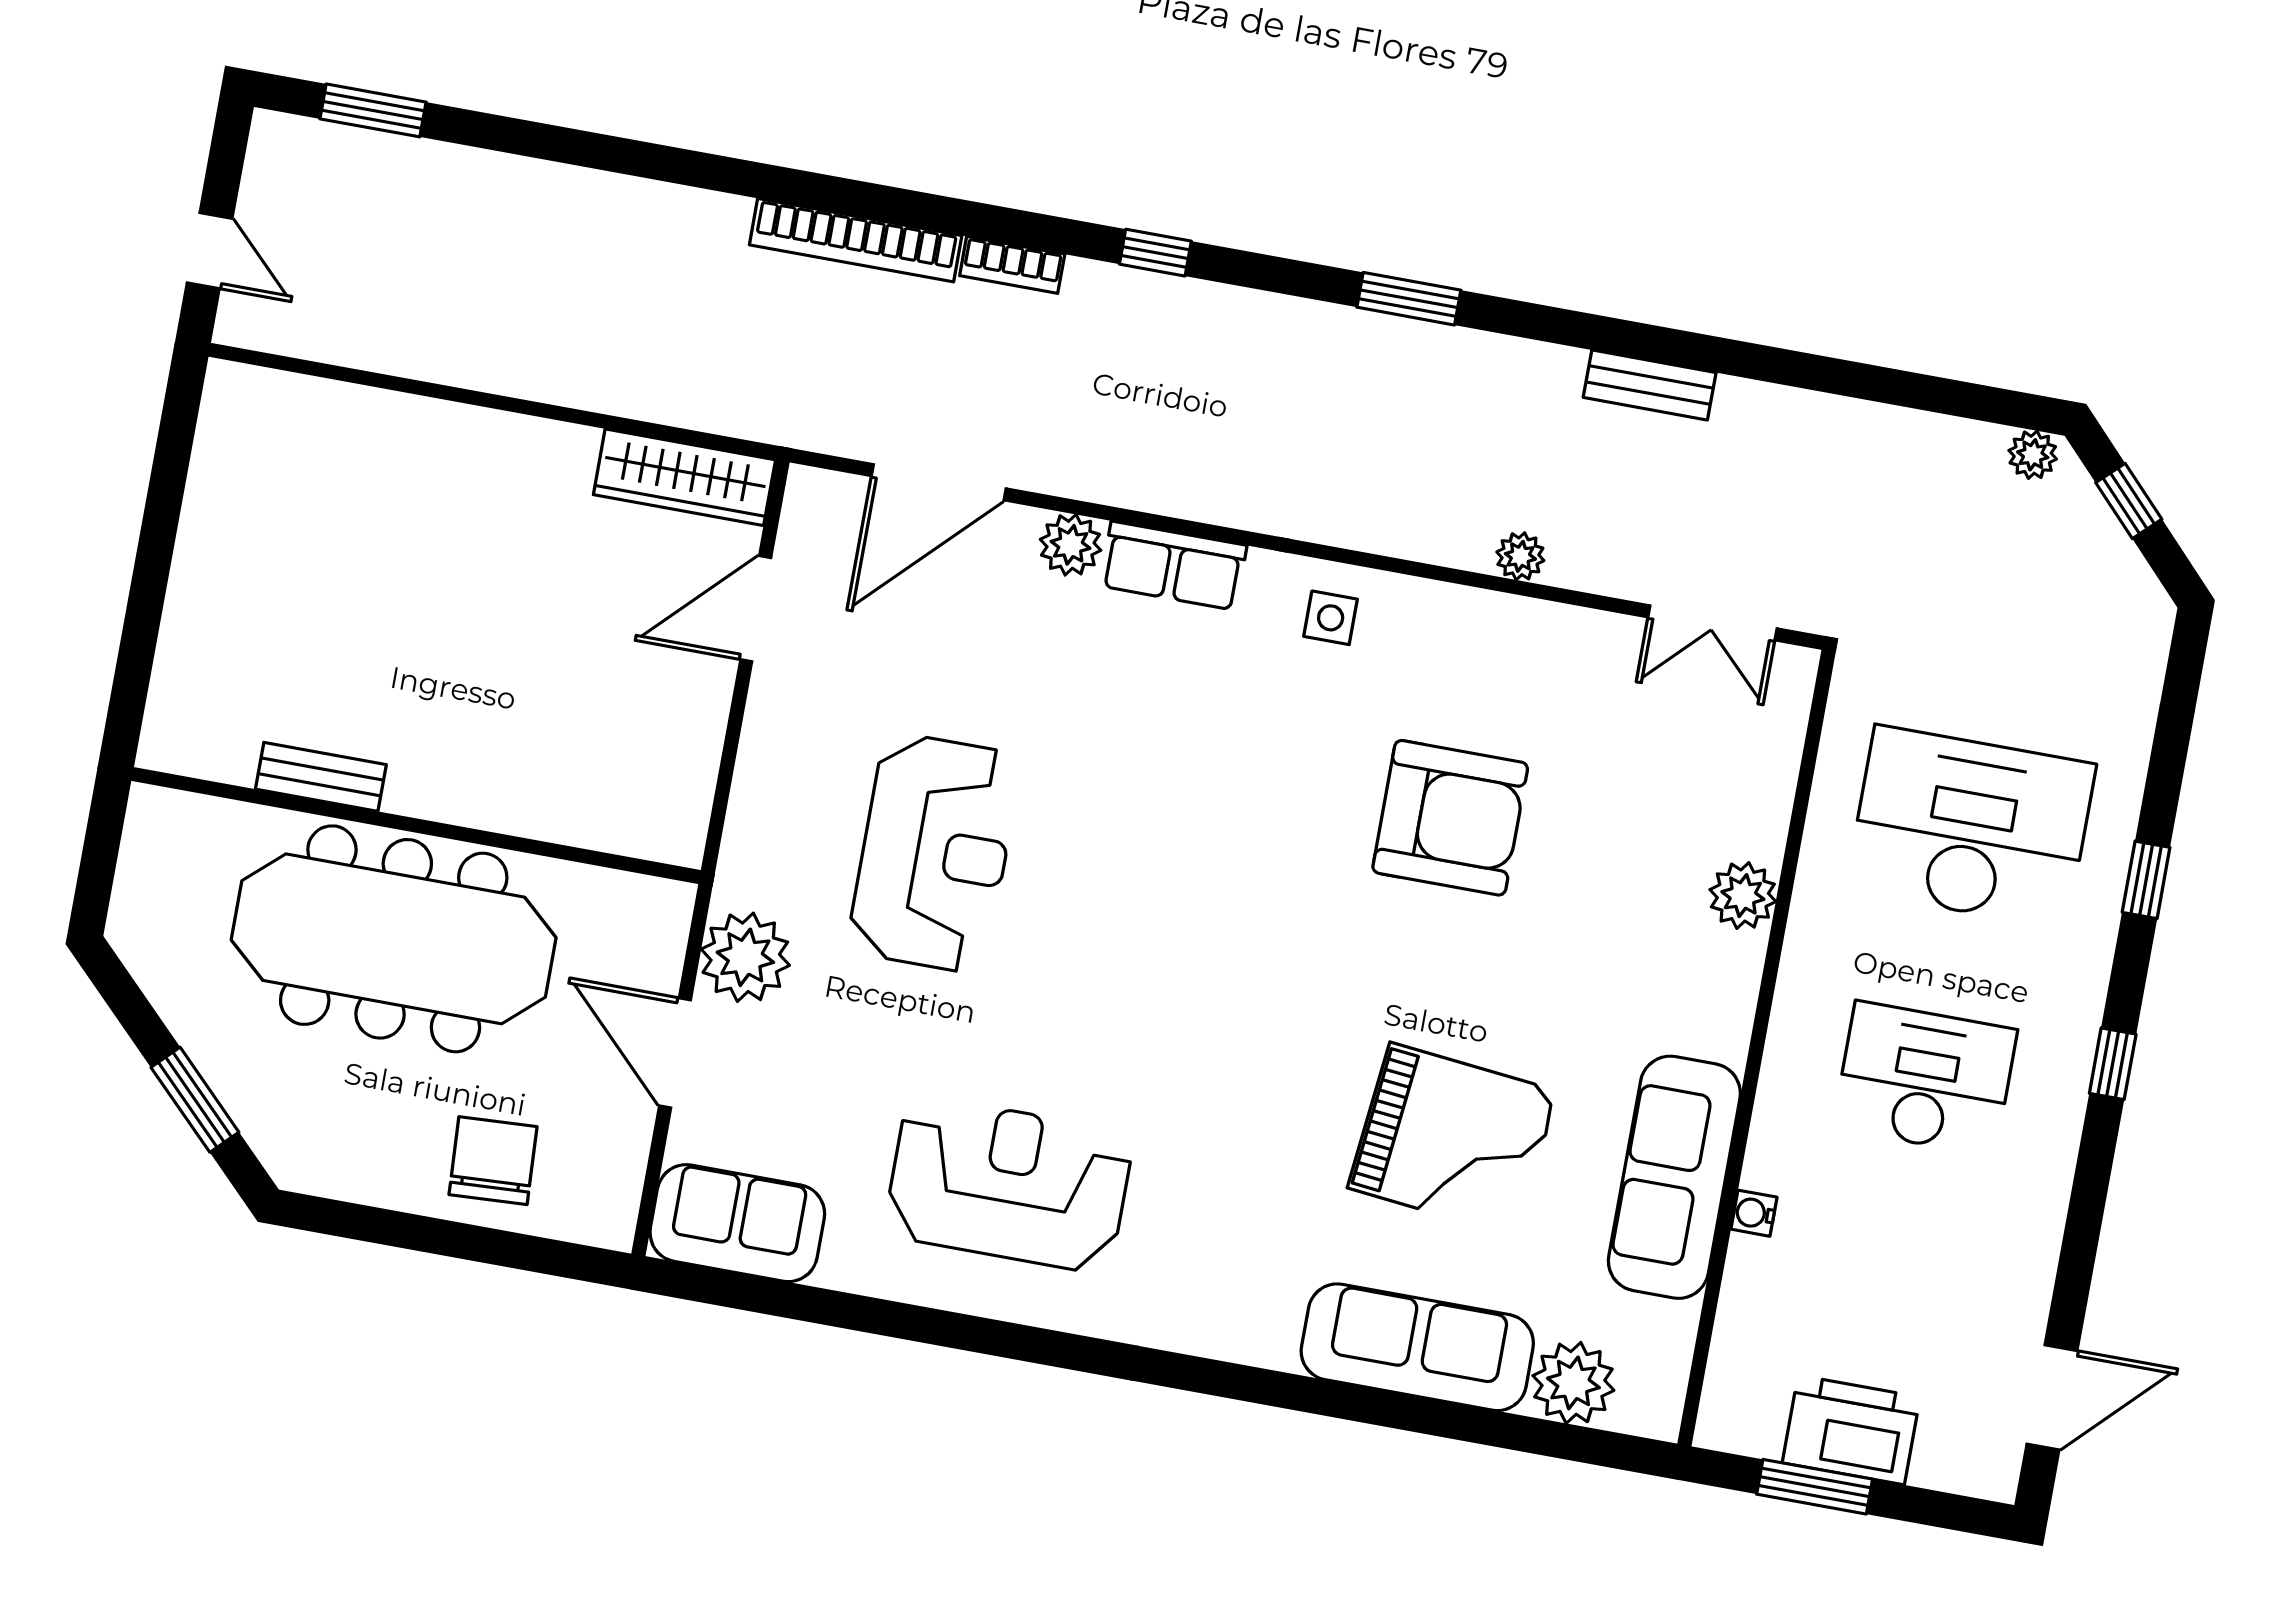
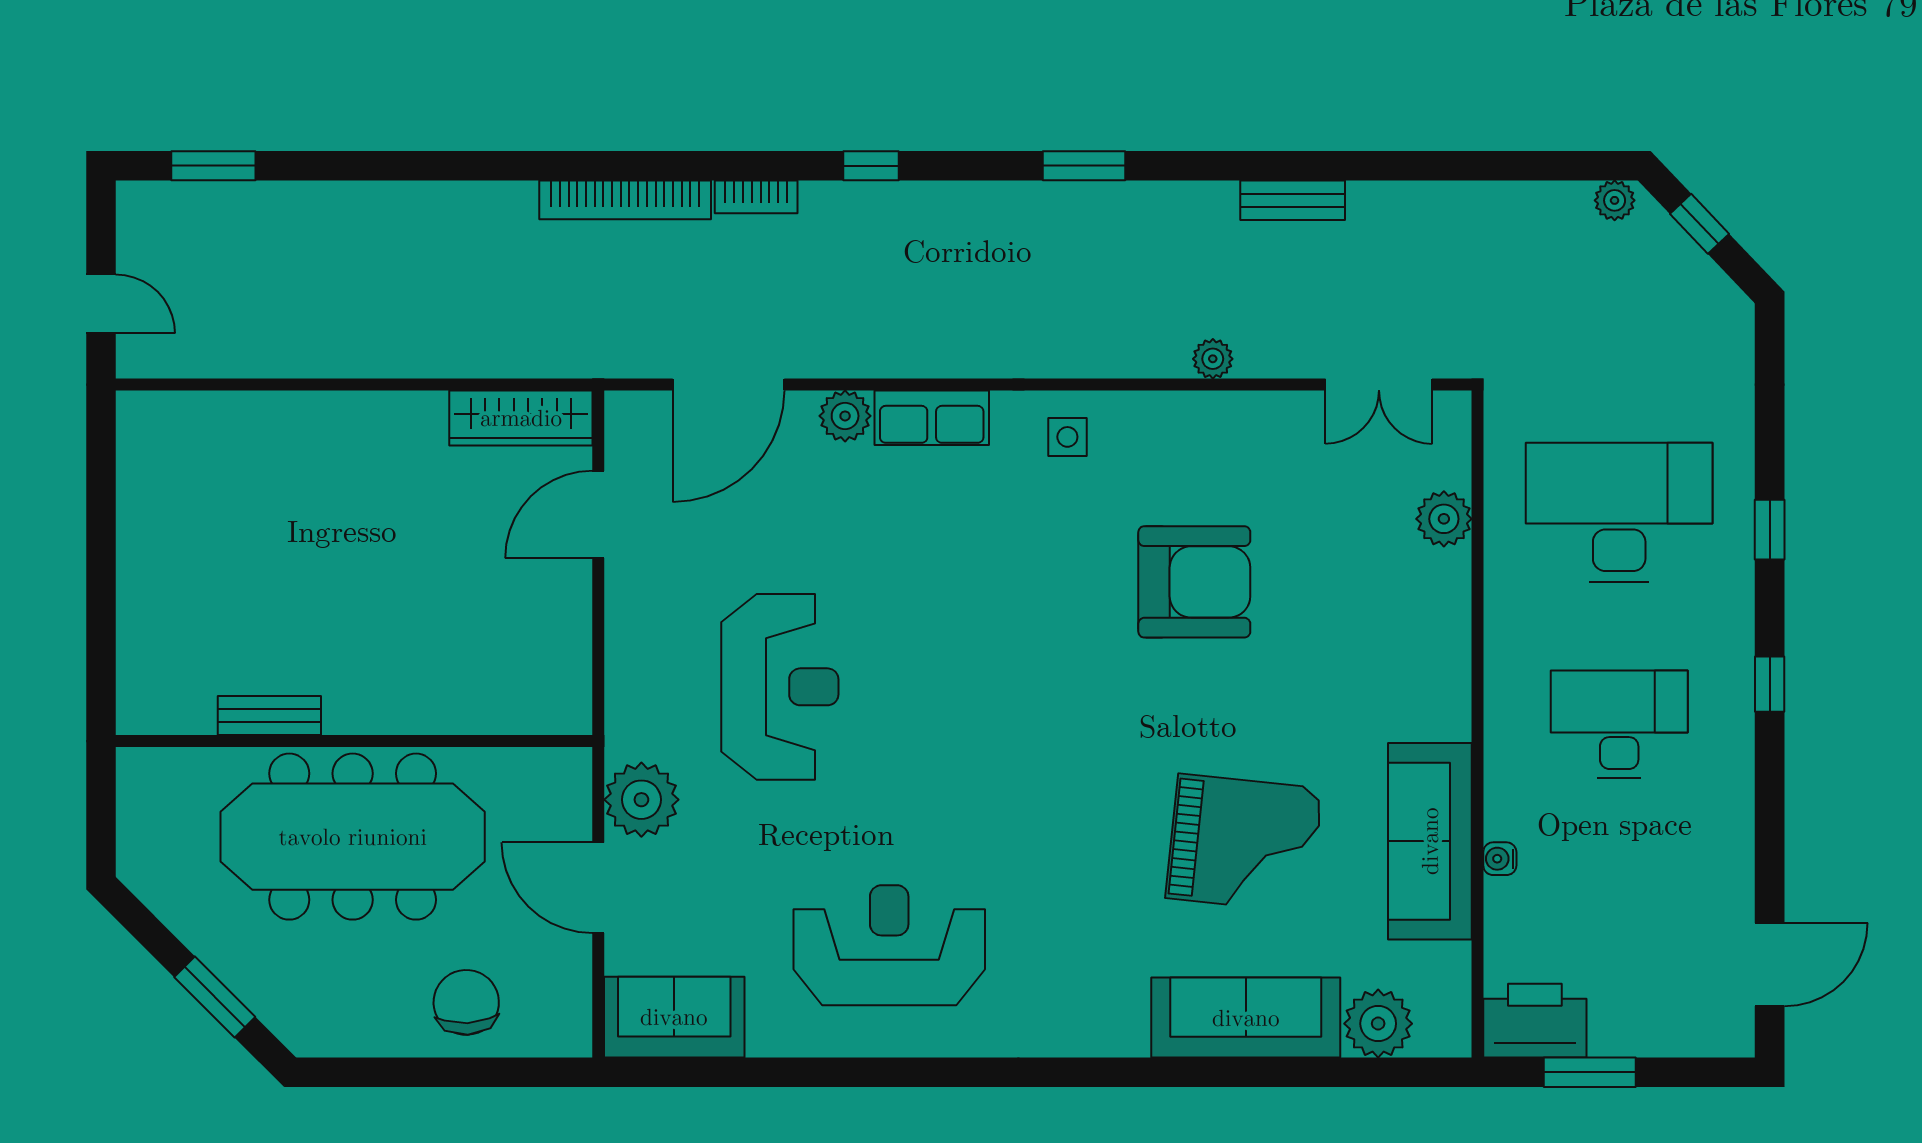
plant: (1743, 896) -> (1444, 519), moved
printer: (1851, 1430) -> (1535, 1021), moved

